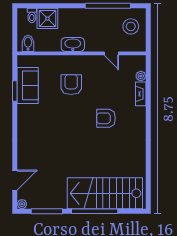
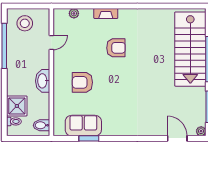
fireplace: (141, 94) -> (106, 14), moved
armchair: (106, 118) -> (116, 48), turned -90

